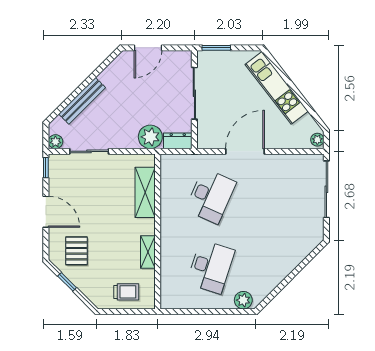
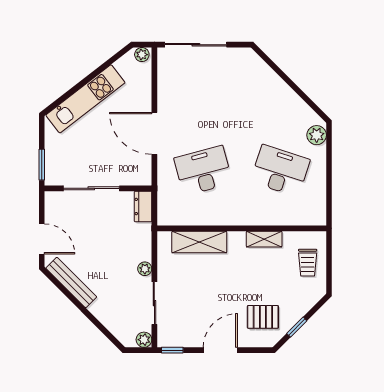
bench: (82, 101) -> (71, 282), moved
plant: (150, 137) -> (145, 269), moved, width x0.53, depth x0.53
desk: (211, 196) -> (203, 171), turned -39
trolley: (126, 292) -> (308, 263), turned 180

